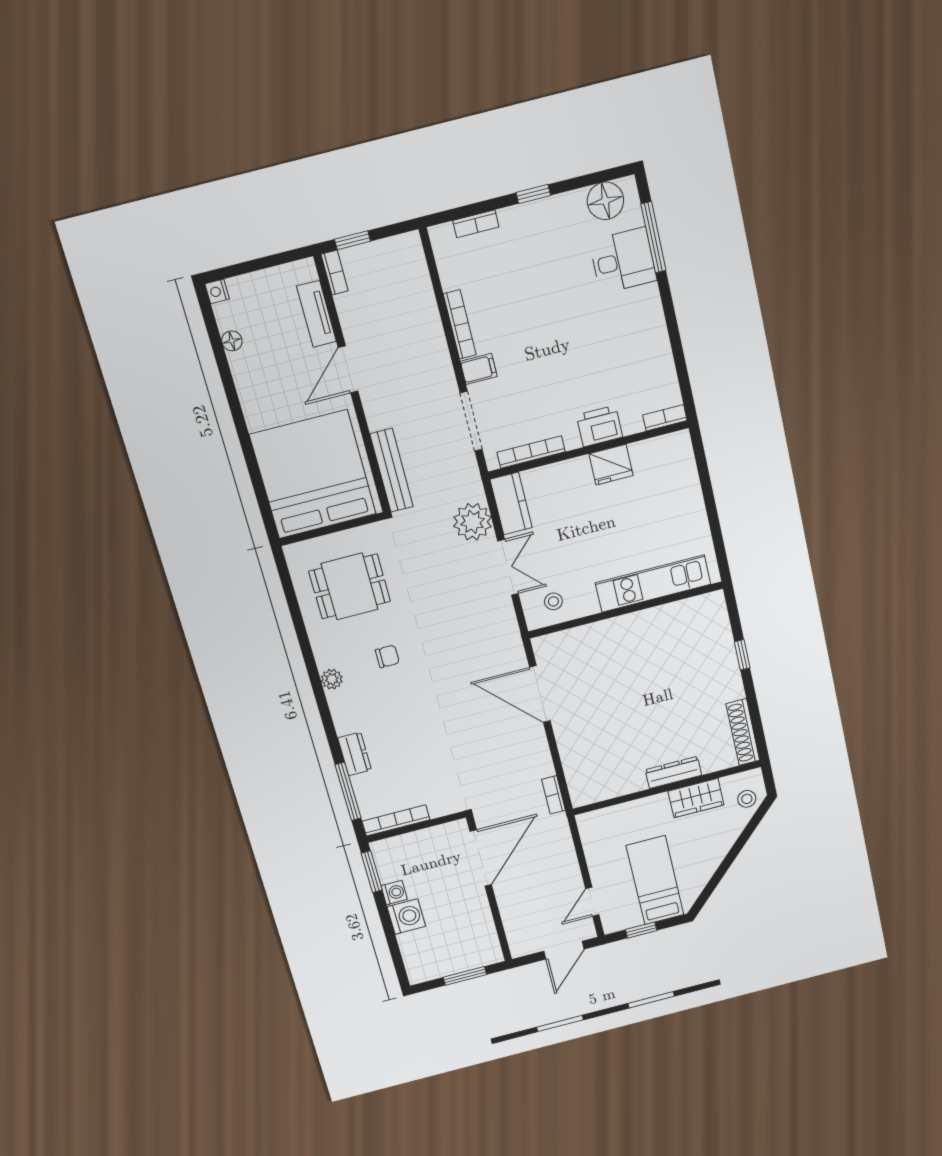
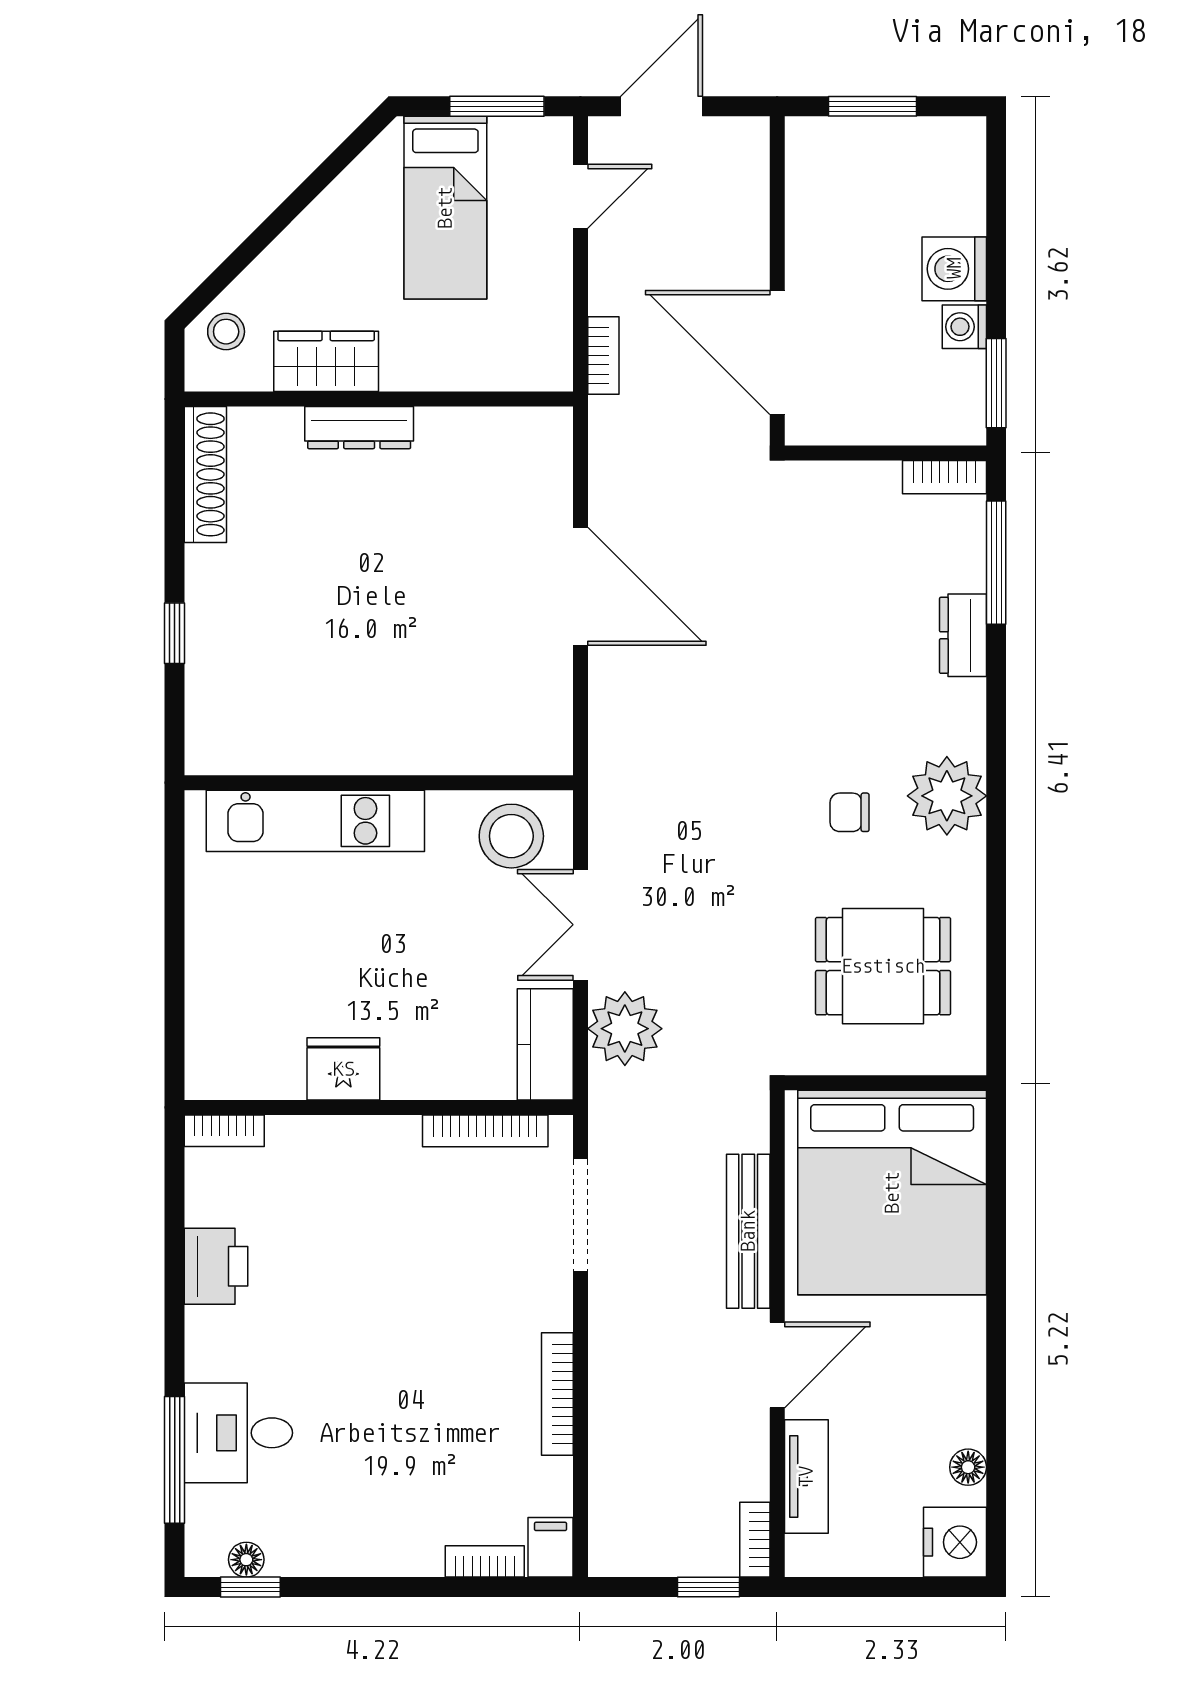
window: (533, 194) -> (250, 1587), moved
floor lamp: (605, 201) -> (246, 1560), width x0.53, depth x0.53
nightstand: (217, 291) -> (955, 1542), width x1.89, depth x1.79
filing cabinet: (479, 369) -> (551, 1547), moved, turned 90
printer: (599, 426) -> (216, 1266), moved, turned -90
bench: (391, 470) -> (748, 1231), moved
stool: (553, 601) -> (511, 836), width x1.89, depth x1.89
plant: (332, 679) -> (947, 796), width x1.87, depth x1.87
door: (540, 694) -> (580, 586), moved
bookcase: (554, 795) -> (603, 355), moved
bookcase: (396, 820) -> (944, 477), width x0.64
door: (481, 858) -> (777, 352), hinge flipped
window: (641, 930) -> (497, 106), width x1.50

